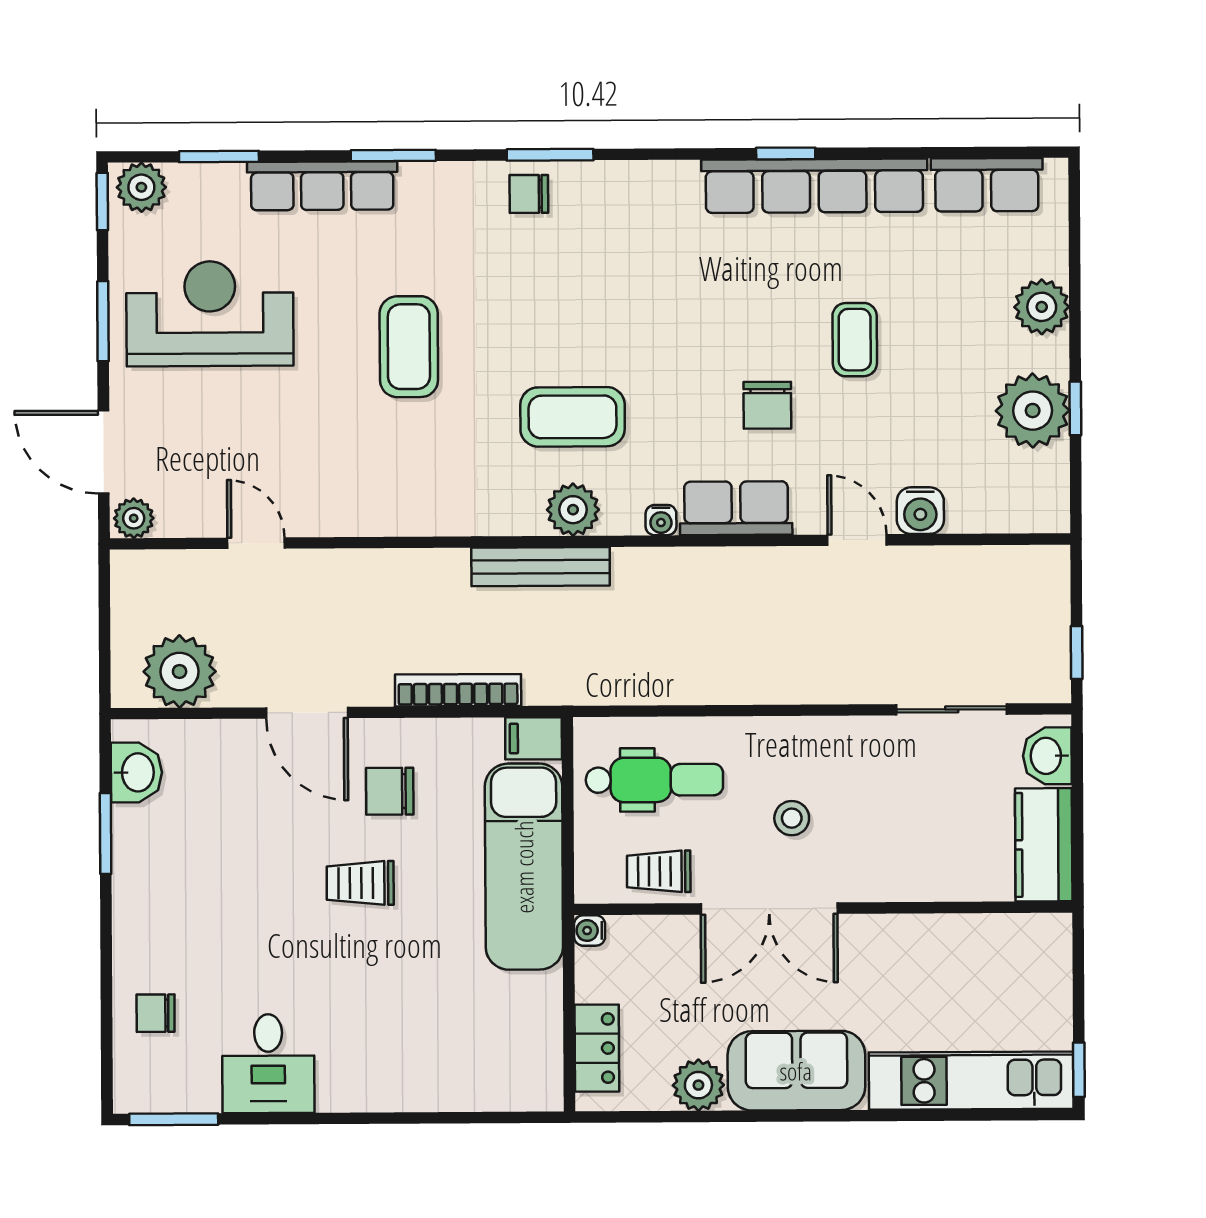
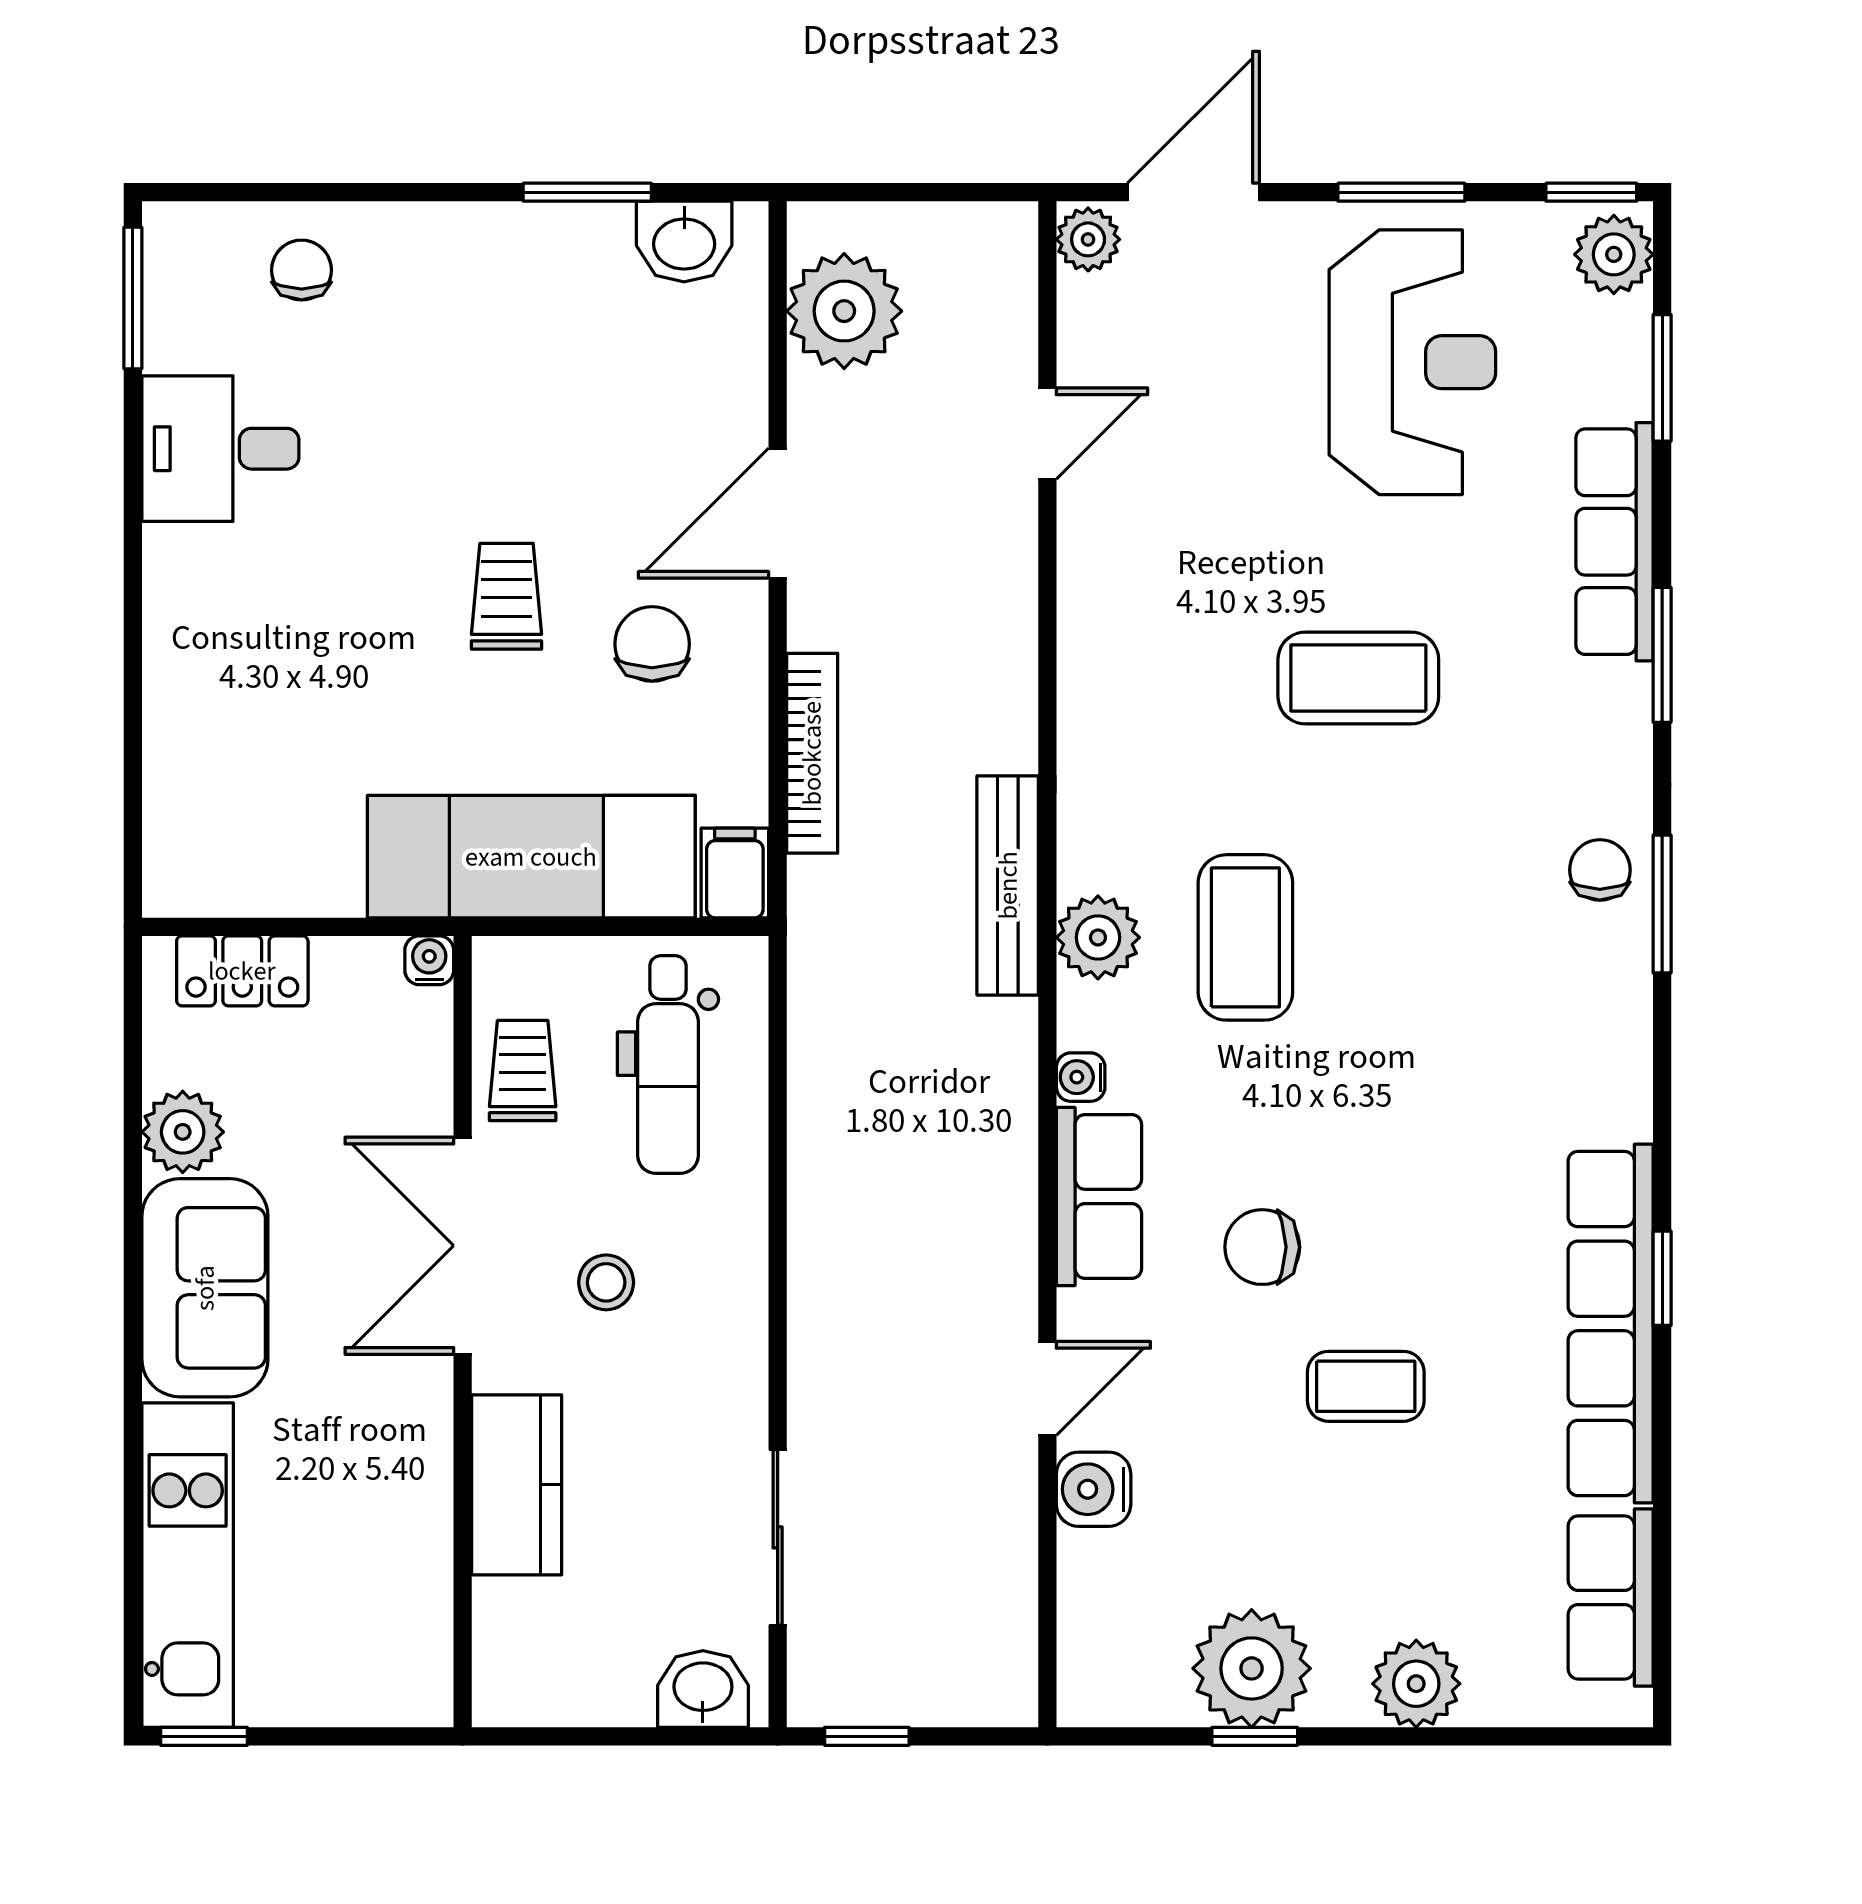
kitchen counter: (1044, 845) -> (517, 1485), moved, turned 90

